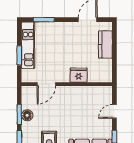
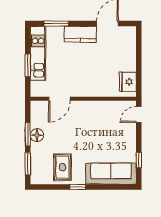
kitchen counter: (105, 45) -> (80, 34), moved, turned -90
fridge: (79, 75) -> (128, 82), moved, turned -90
door: (114, 111) -> (139, 114), moved

